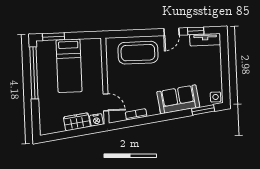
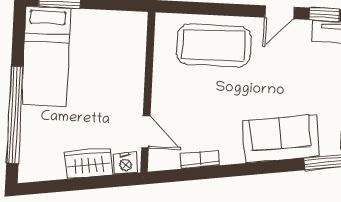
bed: (69, 66) -> (46, 56), moved
window: (34, 73) -> (15, 115), moved

